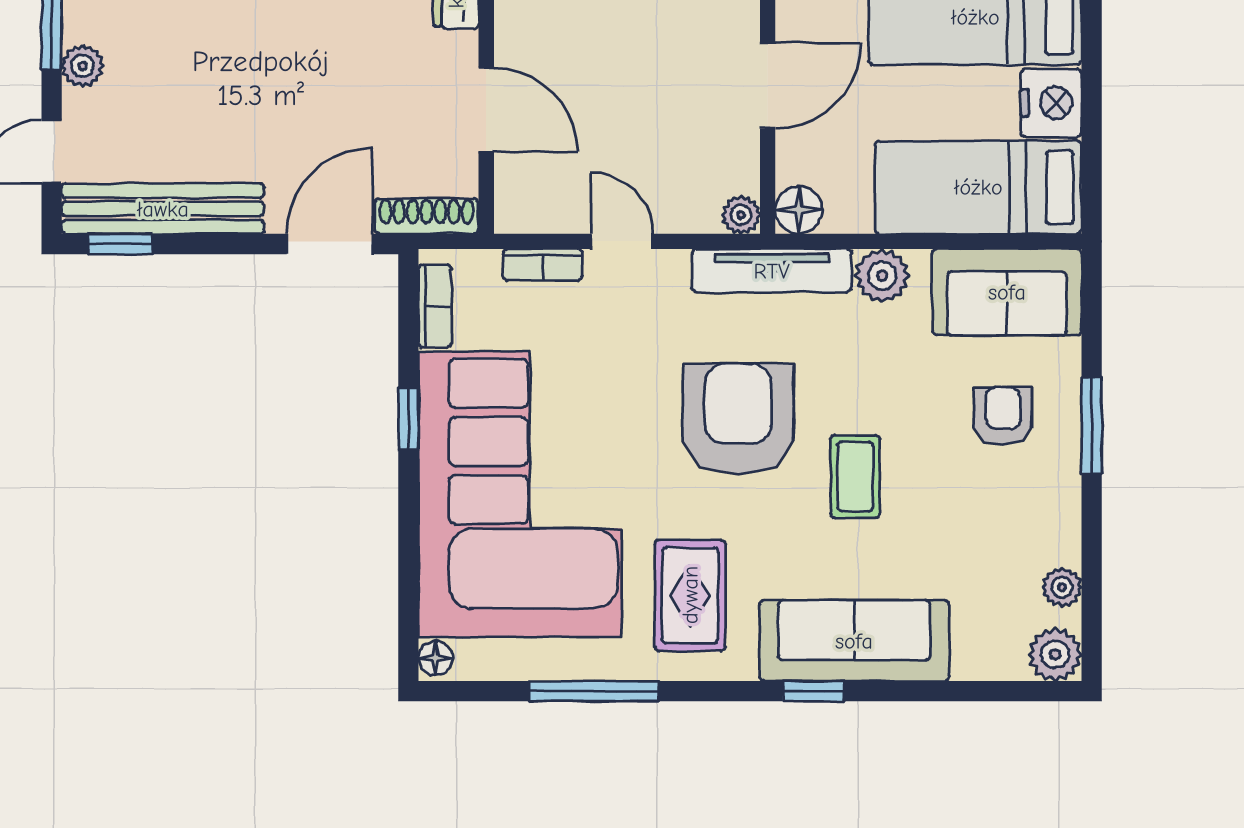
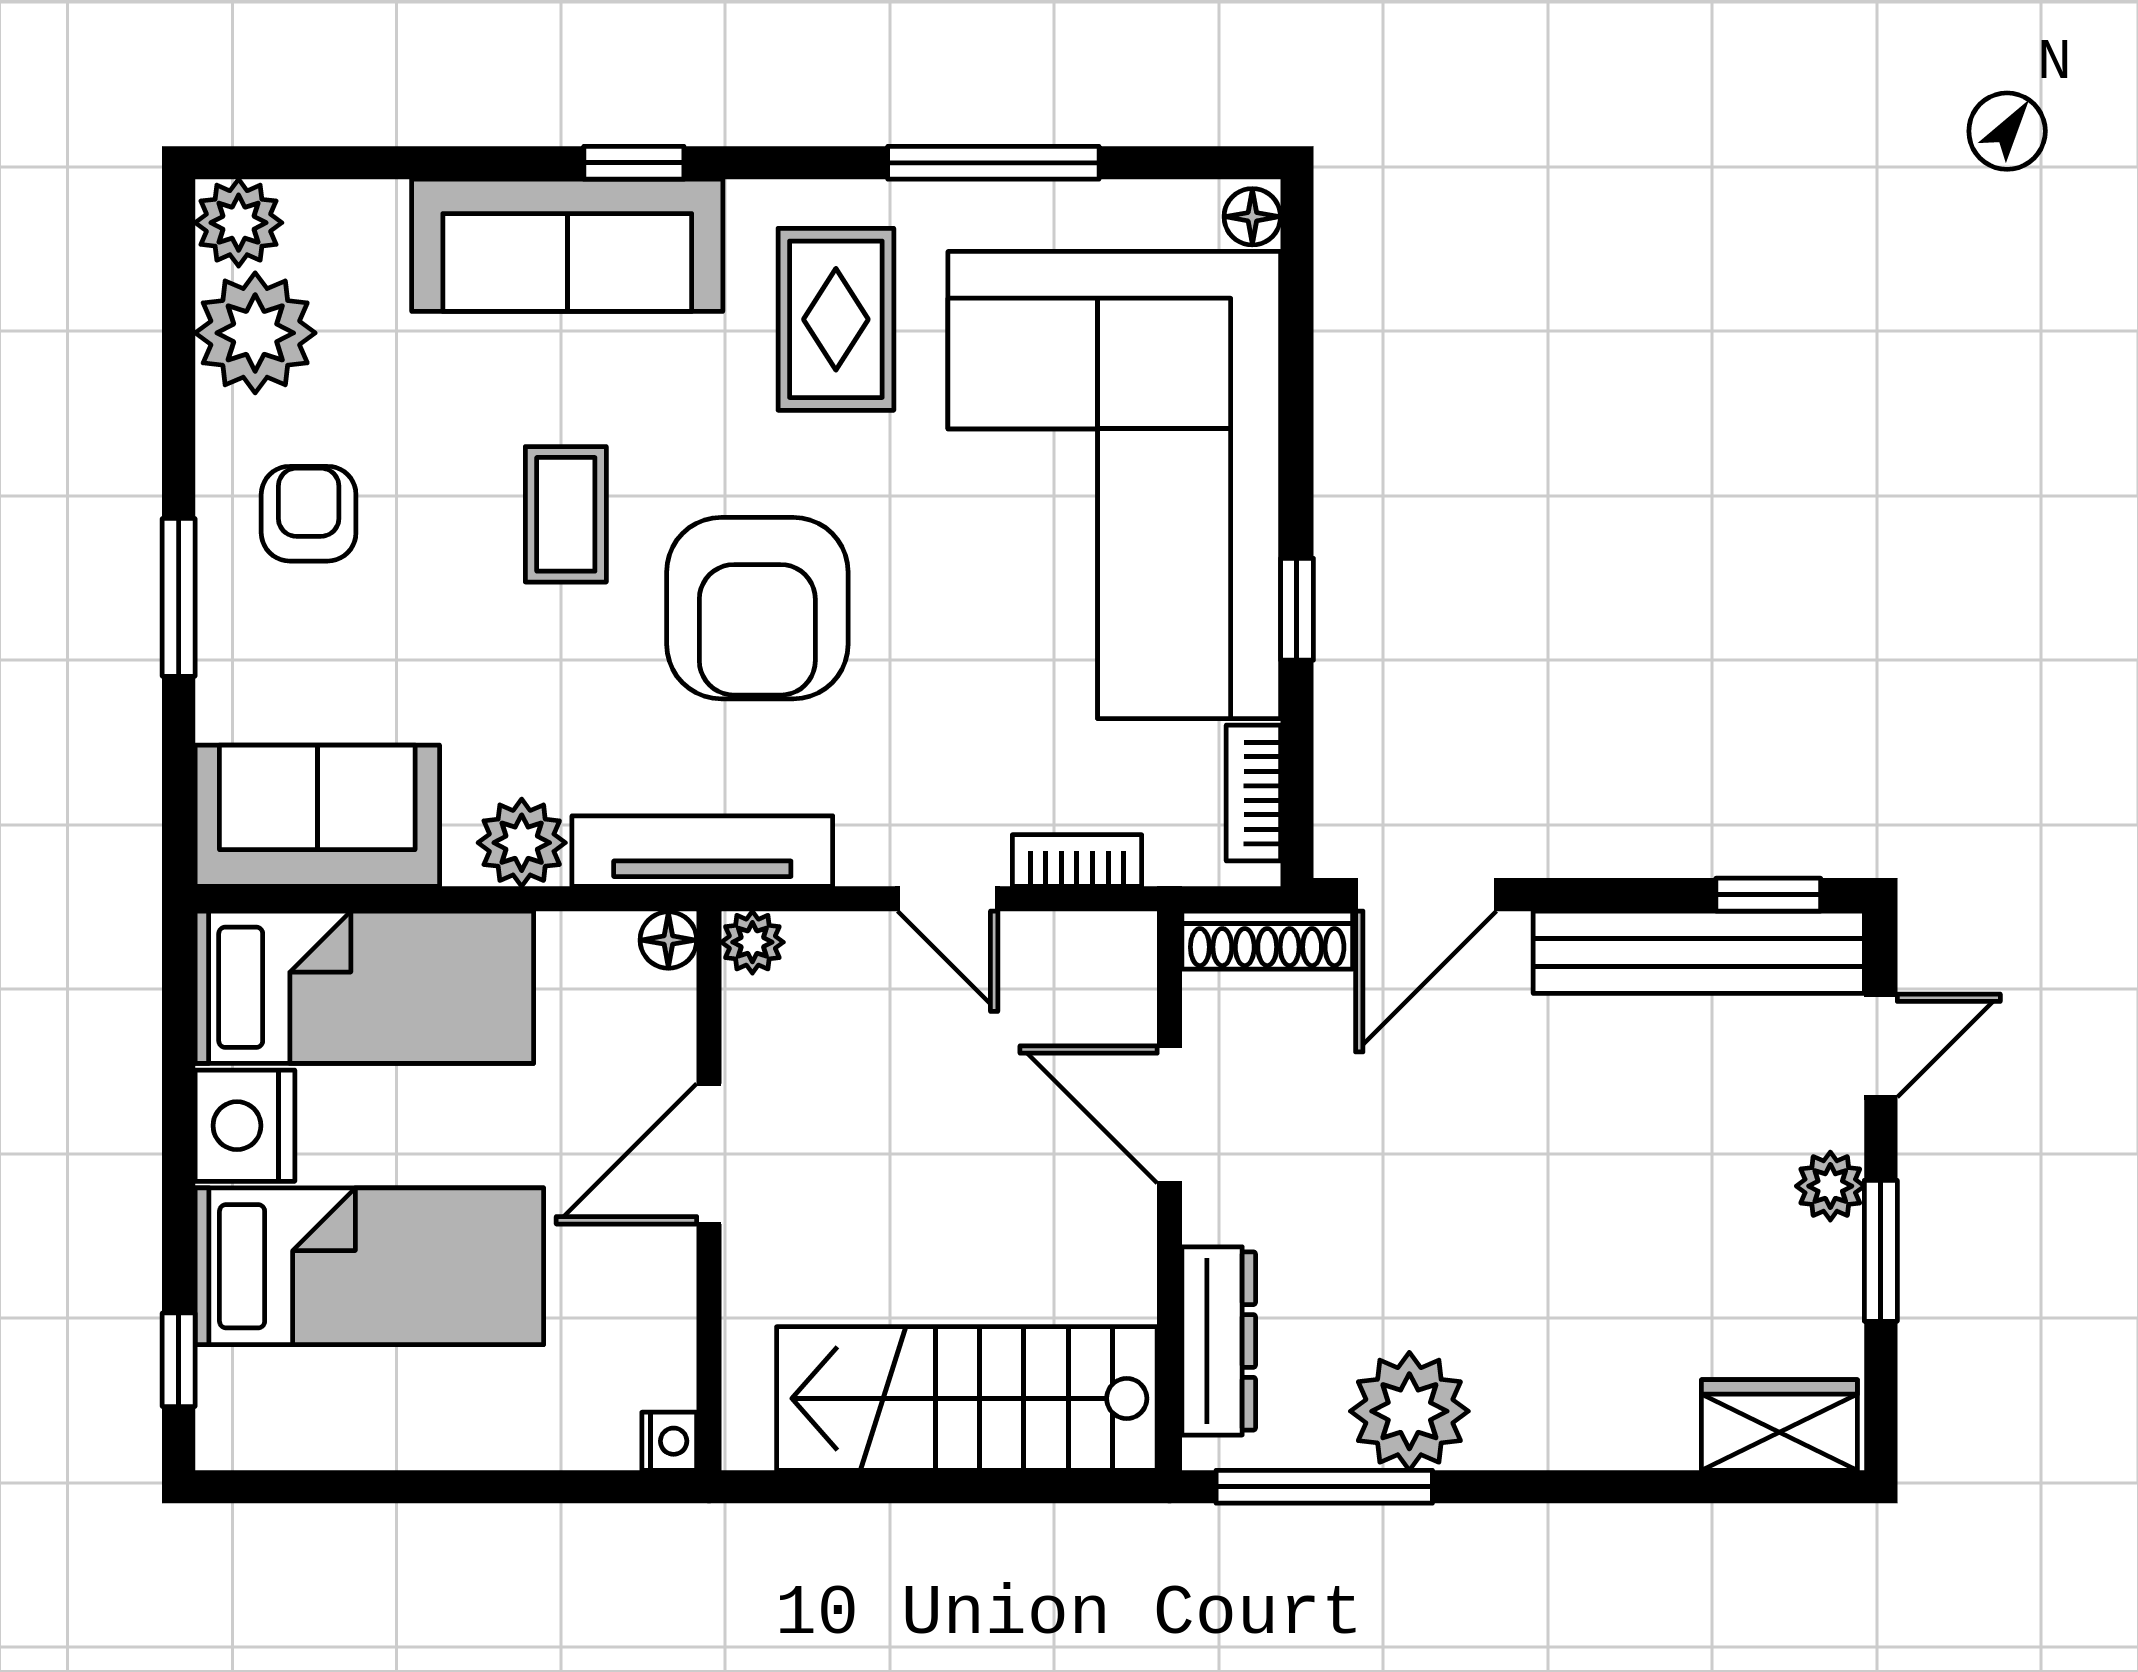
floor lamp: (799, 210) -> (668, 940), width x0.73, depth x0.73
armchair: (1003, 416) -> (309, 514), moved, turned 180
plant: (1062, 587) -> (255, 333), width x1.88, depth x1.88

